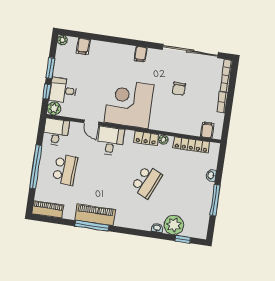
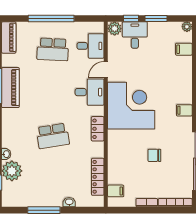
desk: (56, 132) -> (90, 46), moved
plant: (163, 140) -> (99, 147), removed
school desk: (146, 182) -> (53, 136), turned -33

